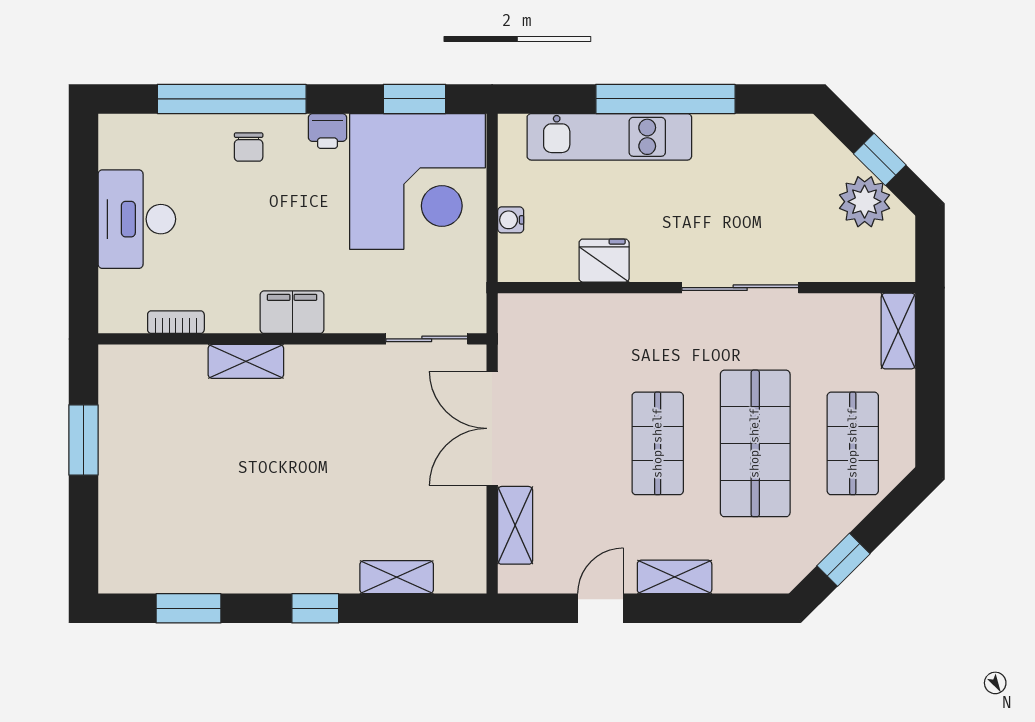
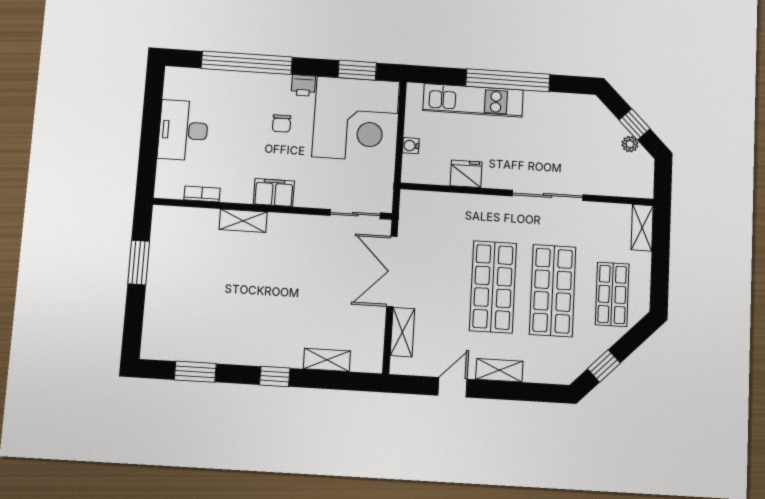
chair: (249, 147) -> (282, 123), moved
plant: (865, 202) -> (630, 144), width x0.53, depth x0.53
shop shelf: (658, 443) -> (493, 287), width x1.43, depth x1.36

